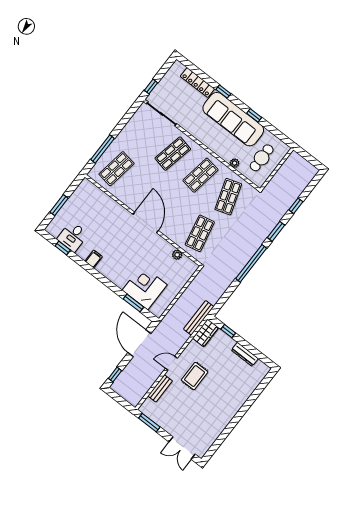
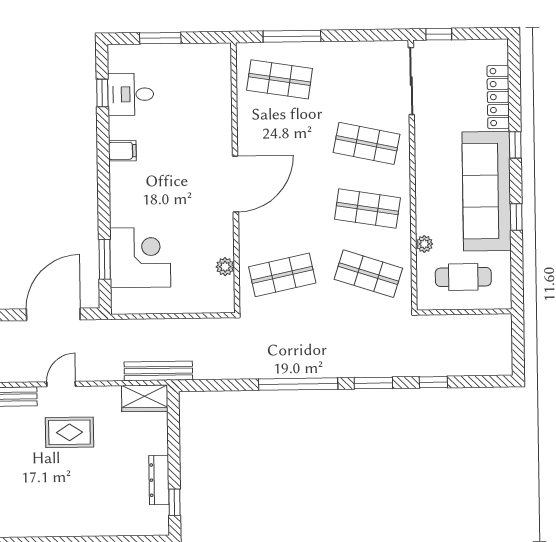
shop shelf: (228, 197) -> (368, 274), turned 36
window: (228, 331) -> (174, 502), moved
door: (171, 363) -> (61, 384), hinge flipped

